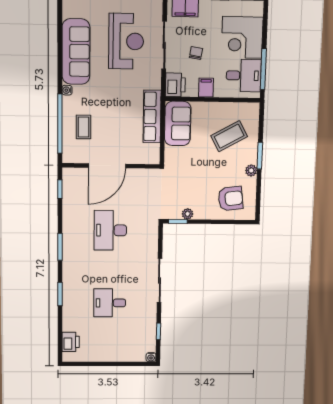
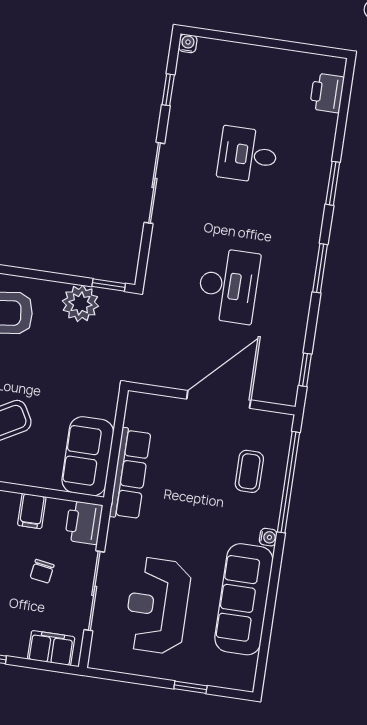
plant: (188, 214) -> (80, 303), width x1.87, depth x1.87
desk: (110, 303) -> (248, 155), turned 180

